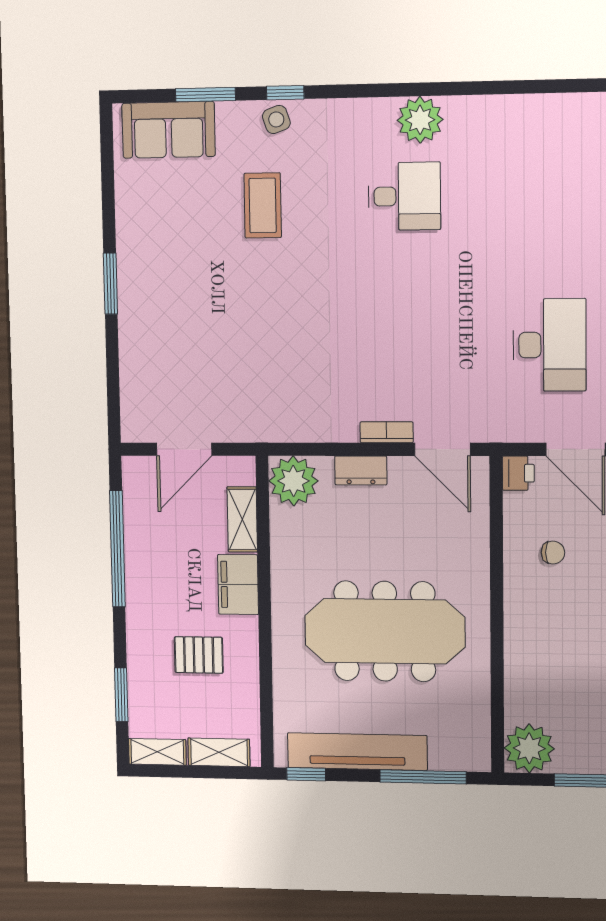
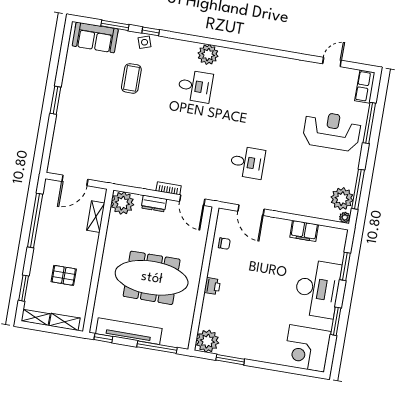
desk: (549, 345) -> (247, 162), width x0.73
printer: (518, 473) -> (212, 286), moved
chair: (553, 553) -> (224, 244), moved
filing cabinet: (238, 584) -> (88, 246), removed

